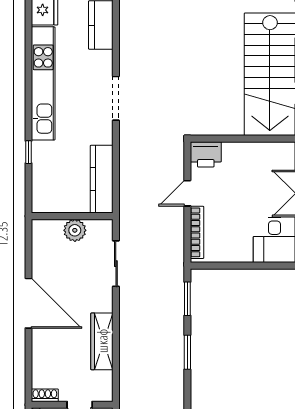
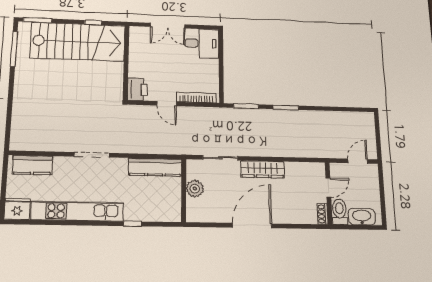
wardrobe: (102, 341) -> (262, 169), moved

